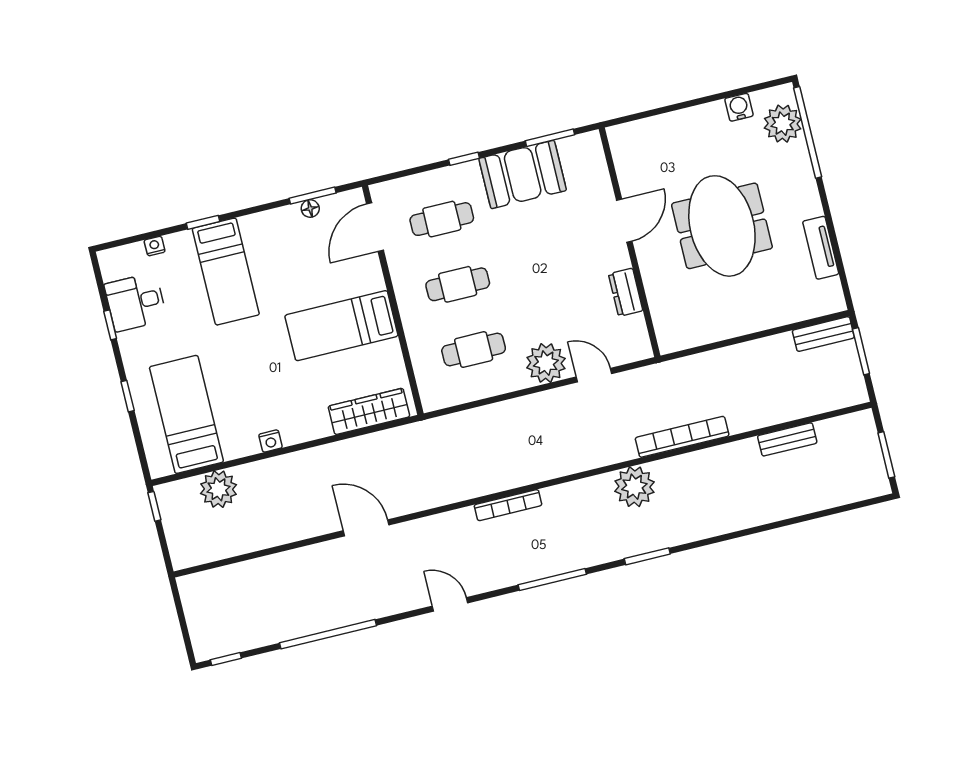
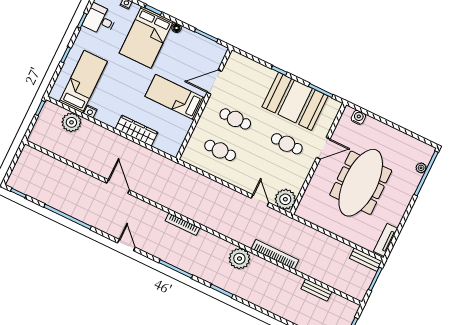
water cooler: (739, 107) -> (358, 117), moved
plant: (783, 124) -> (421, 168), width x0.53, depth x0.53
booth: (523, 174) -> (295, 101), width x1.36, depth x1.42
floor lamp: (310, 209) -> (177, 28), moved
cafe table: (442, 219) -> (287, 144), moved
meeting table: (722, 226) -> (361, 183), width x1.36
door: (375, 227) -> (214, 82), moved
tv unit: (821, 248) -> (386, 240), moved
bed: (226, 272) -> (146, 37), width x1.50
dresser: (626, 292) -> (300, 178), removed
plant: (546, 363) -> (285, 199), moved
wardrobe: (369, 411) -> (137, 131), moved
nightstand: (271, 441) -> (90, 111), moved

